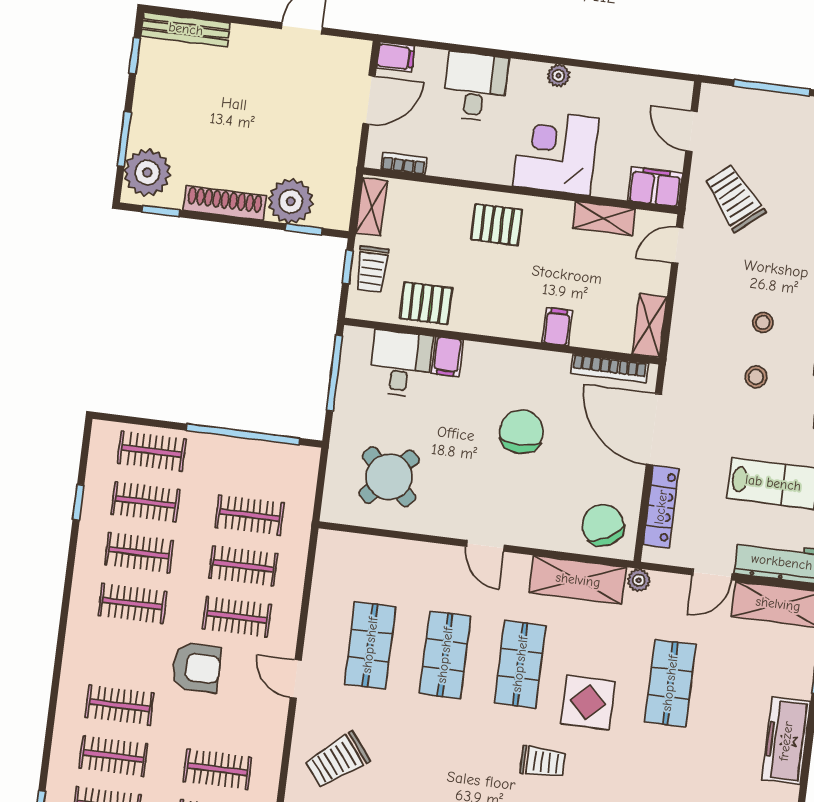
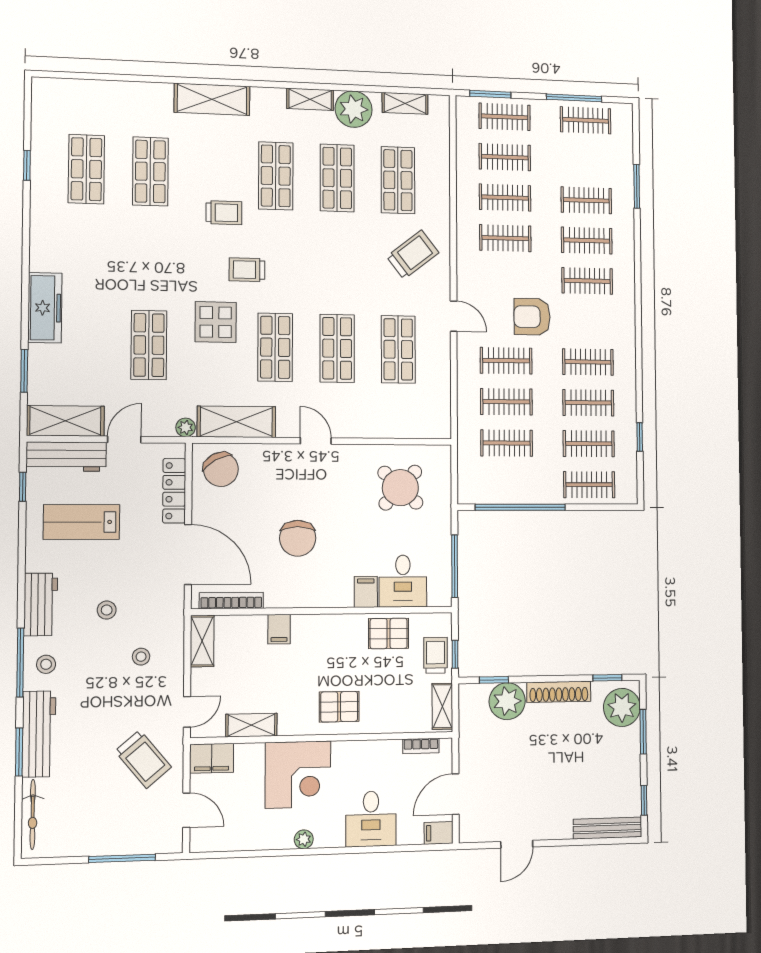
stool: (763, 322) -> (141, 657), moved

